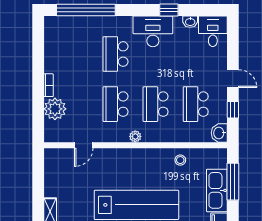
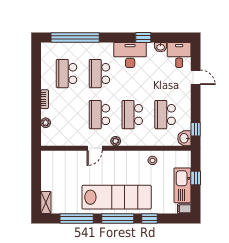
school desk: (75, 54) -> (67, 74), added
door: (233, 79) -> (196, 77), moved
plant: (55, 109) -> (46, 123), width x0.53, depth x0.53
window: (233, 110) -> (196, 129), moved
door: (84, 145) -> (95, 148), moved
window: (233, 182) -> (196, 178), width x0.46

